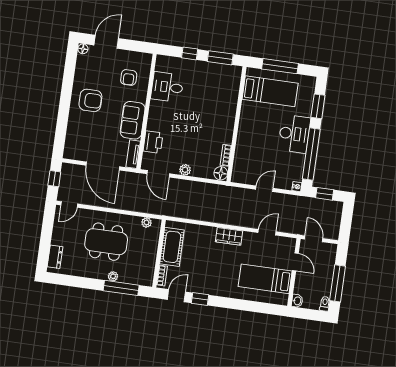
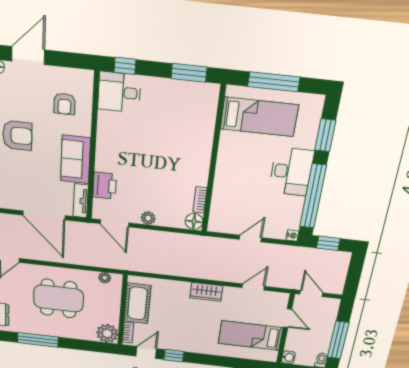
window: (190, 53) -> (125, 66), moved
desk: (167, 87) -> (119, 92), moved
plant: (113, 276) -> (107, 333), moved, width x1.88, depth x1.88
window: (121, 288) -> (38, 340), moved

